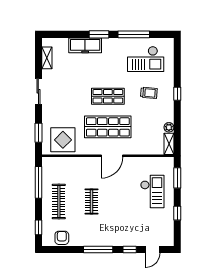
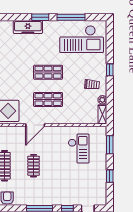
checkout: (146, 59) -> (82, 39), width x1.36, depth x1.21
trolley: (149, 93) -> (92, 84), moved
shop shelf: (108, 127) -> (48, 99), width x0.70, depth x0.74
door: (112, 156) -> (35, 125), moved
checkout: (152, 192) -> (79, 149), moved

